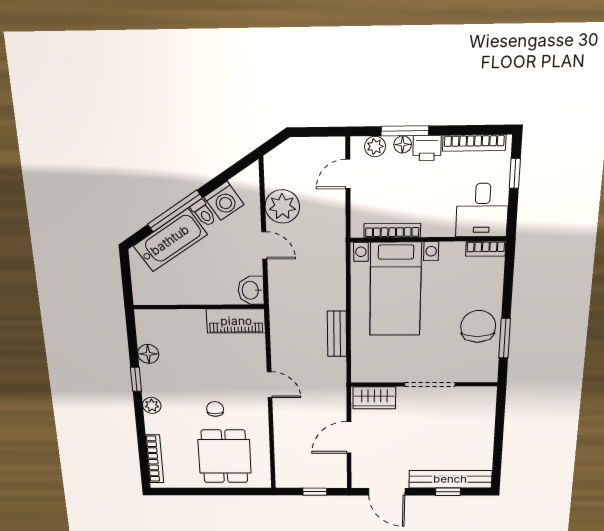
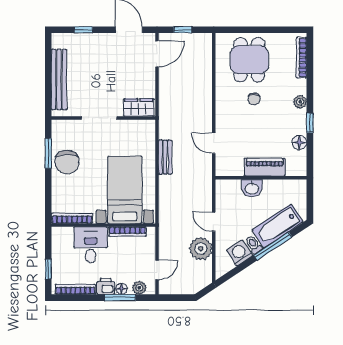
desk: (482, 210) -> (91, 245), moved
bookcase: (486, 249) -> (72, 218), width x1.56
washbasin: (251, 290) -> (252, 188), moved, turned 90
piano: (236, 321) -> (265, 167), moved
door: (270, 385) -> (214, 143), moved
door: (349, 437) -> (157, 54), moved
bench: (450, 479) -> (59, 80), moved, turned 90

